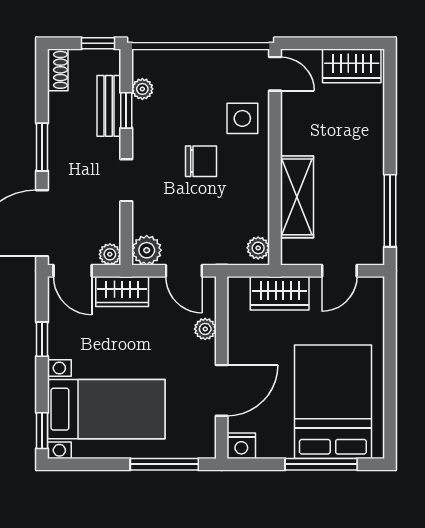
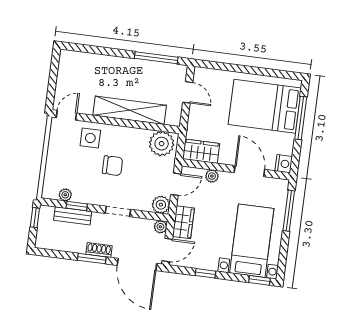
wardrobe: (352, 66) -> (68, 69), removed
shoe rack: (58, 70) -> (99, 250), moved
chair: (201, 161) -> (113, 166), turned 90
shelving: (297, 197) -> (130, 110), width x1.47
plant: (258, 248) -> (162, 144), width x1.88, depth x1.88
wardrobe: (280, 293) -> (201, 151), moved, turned -90

